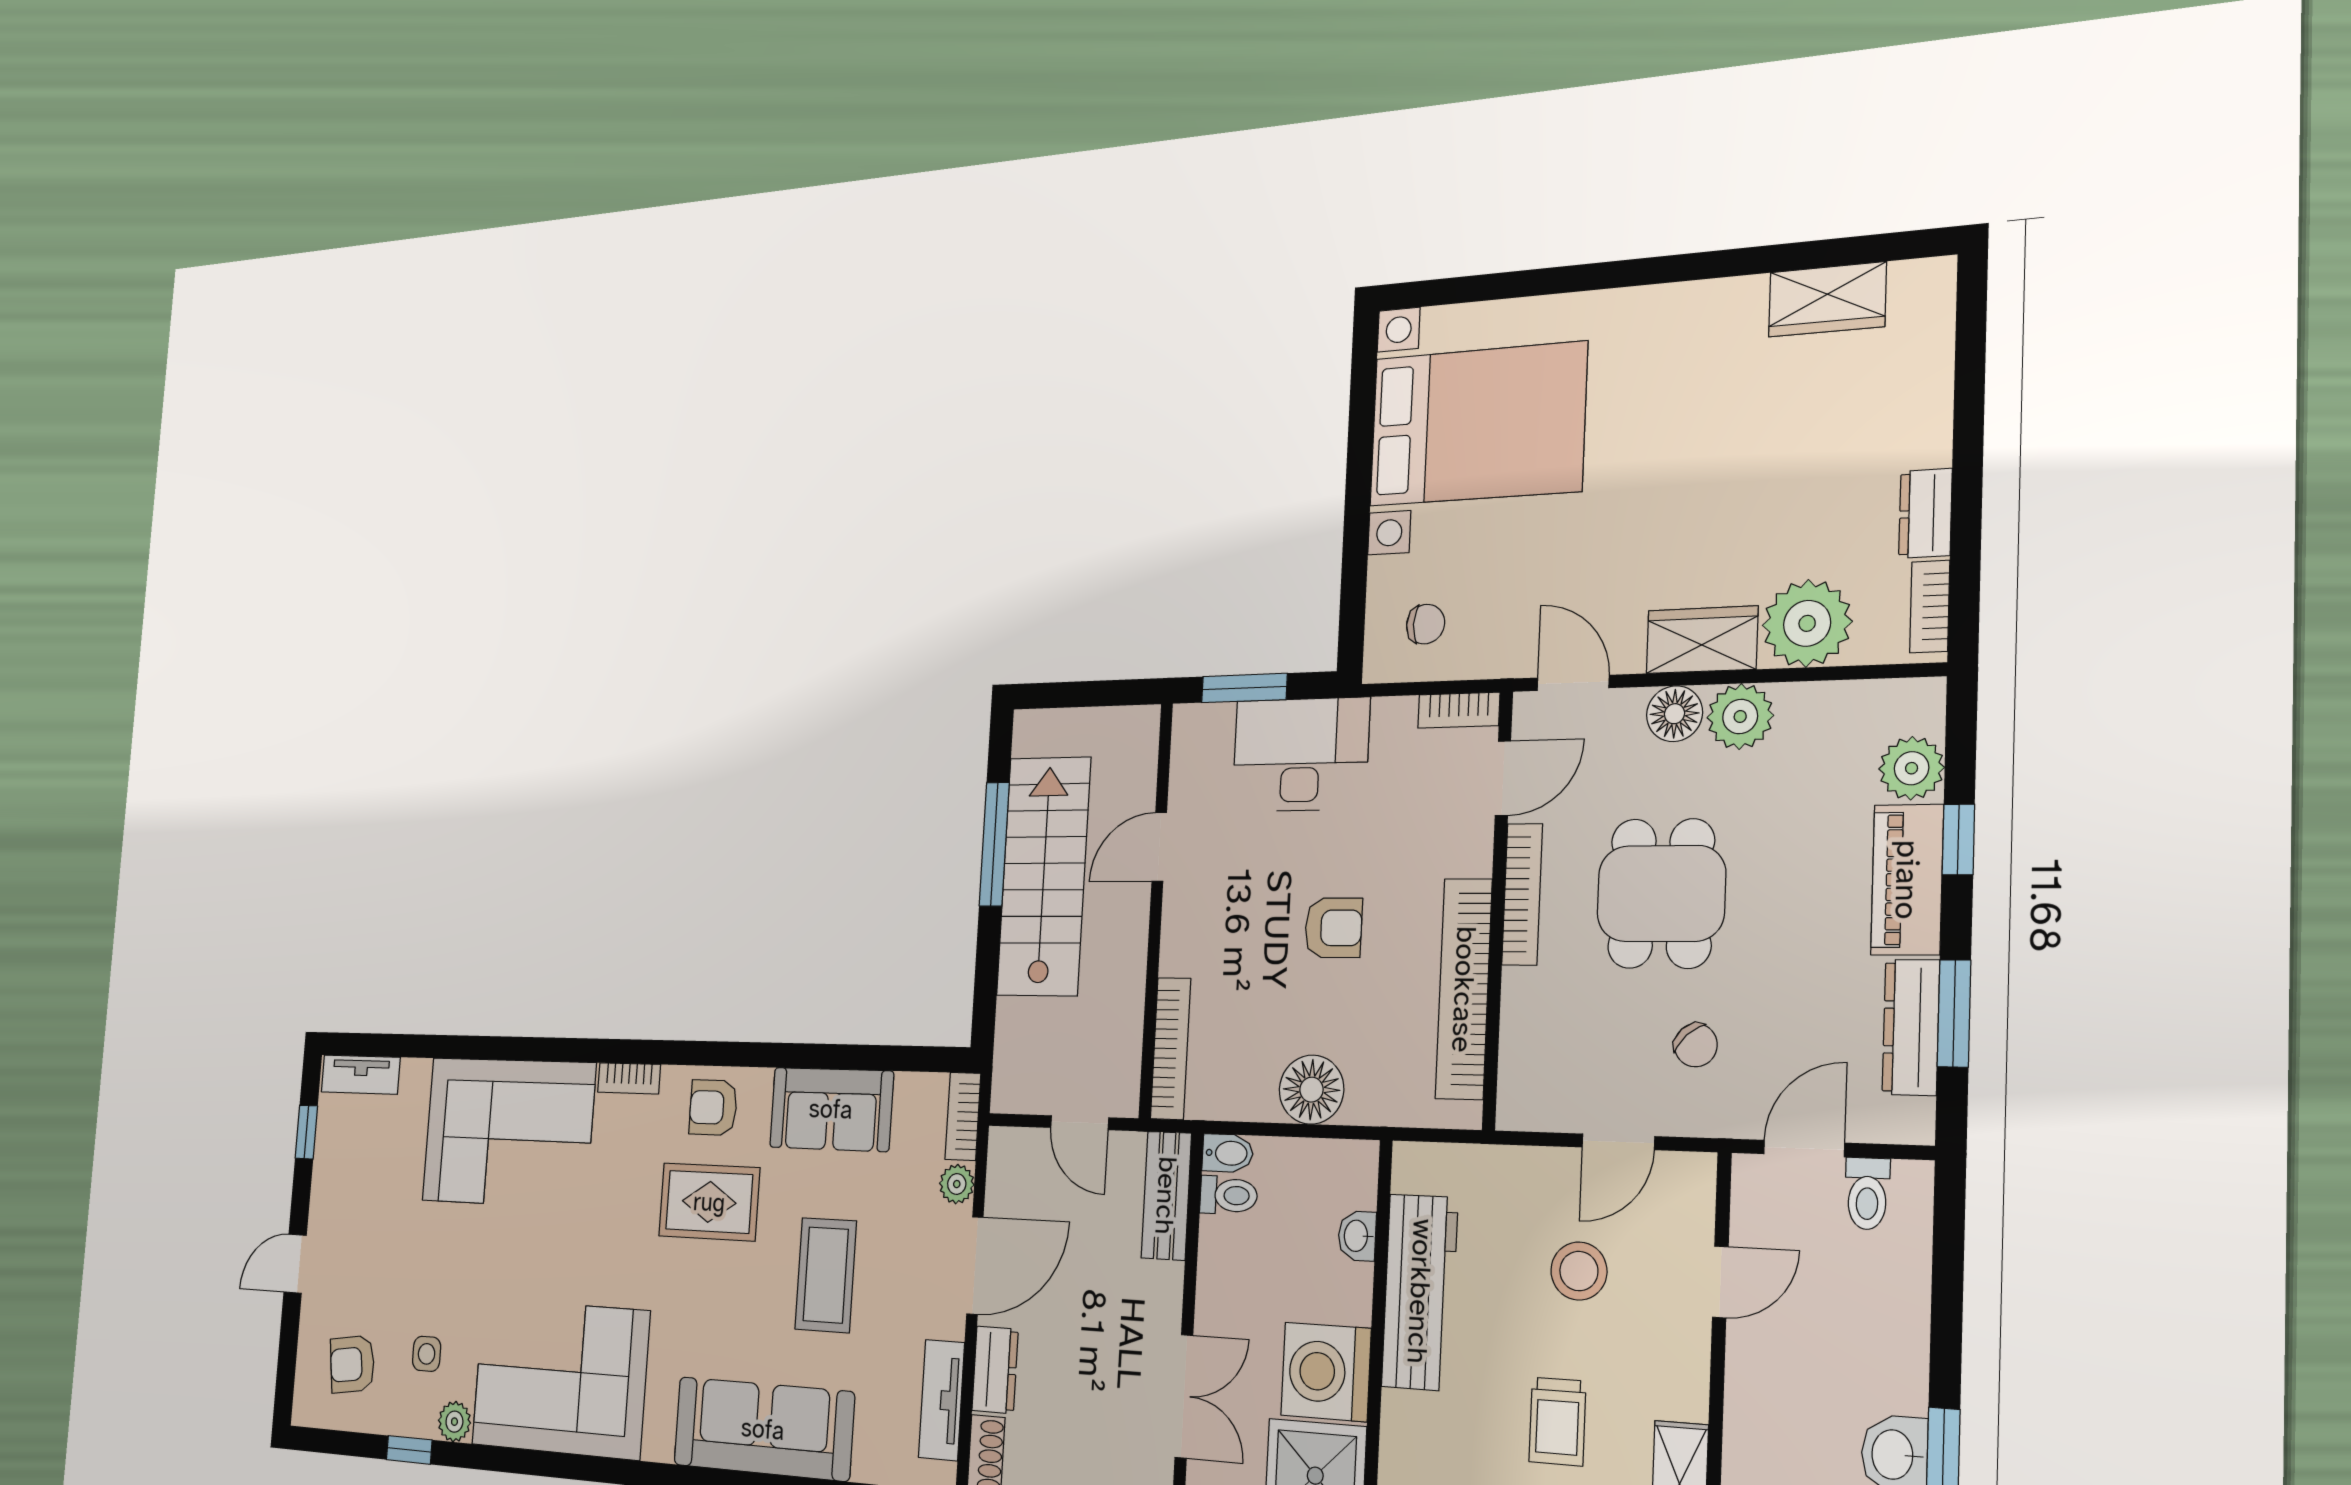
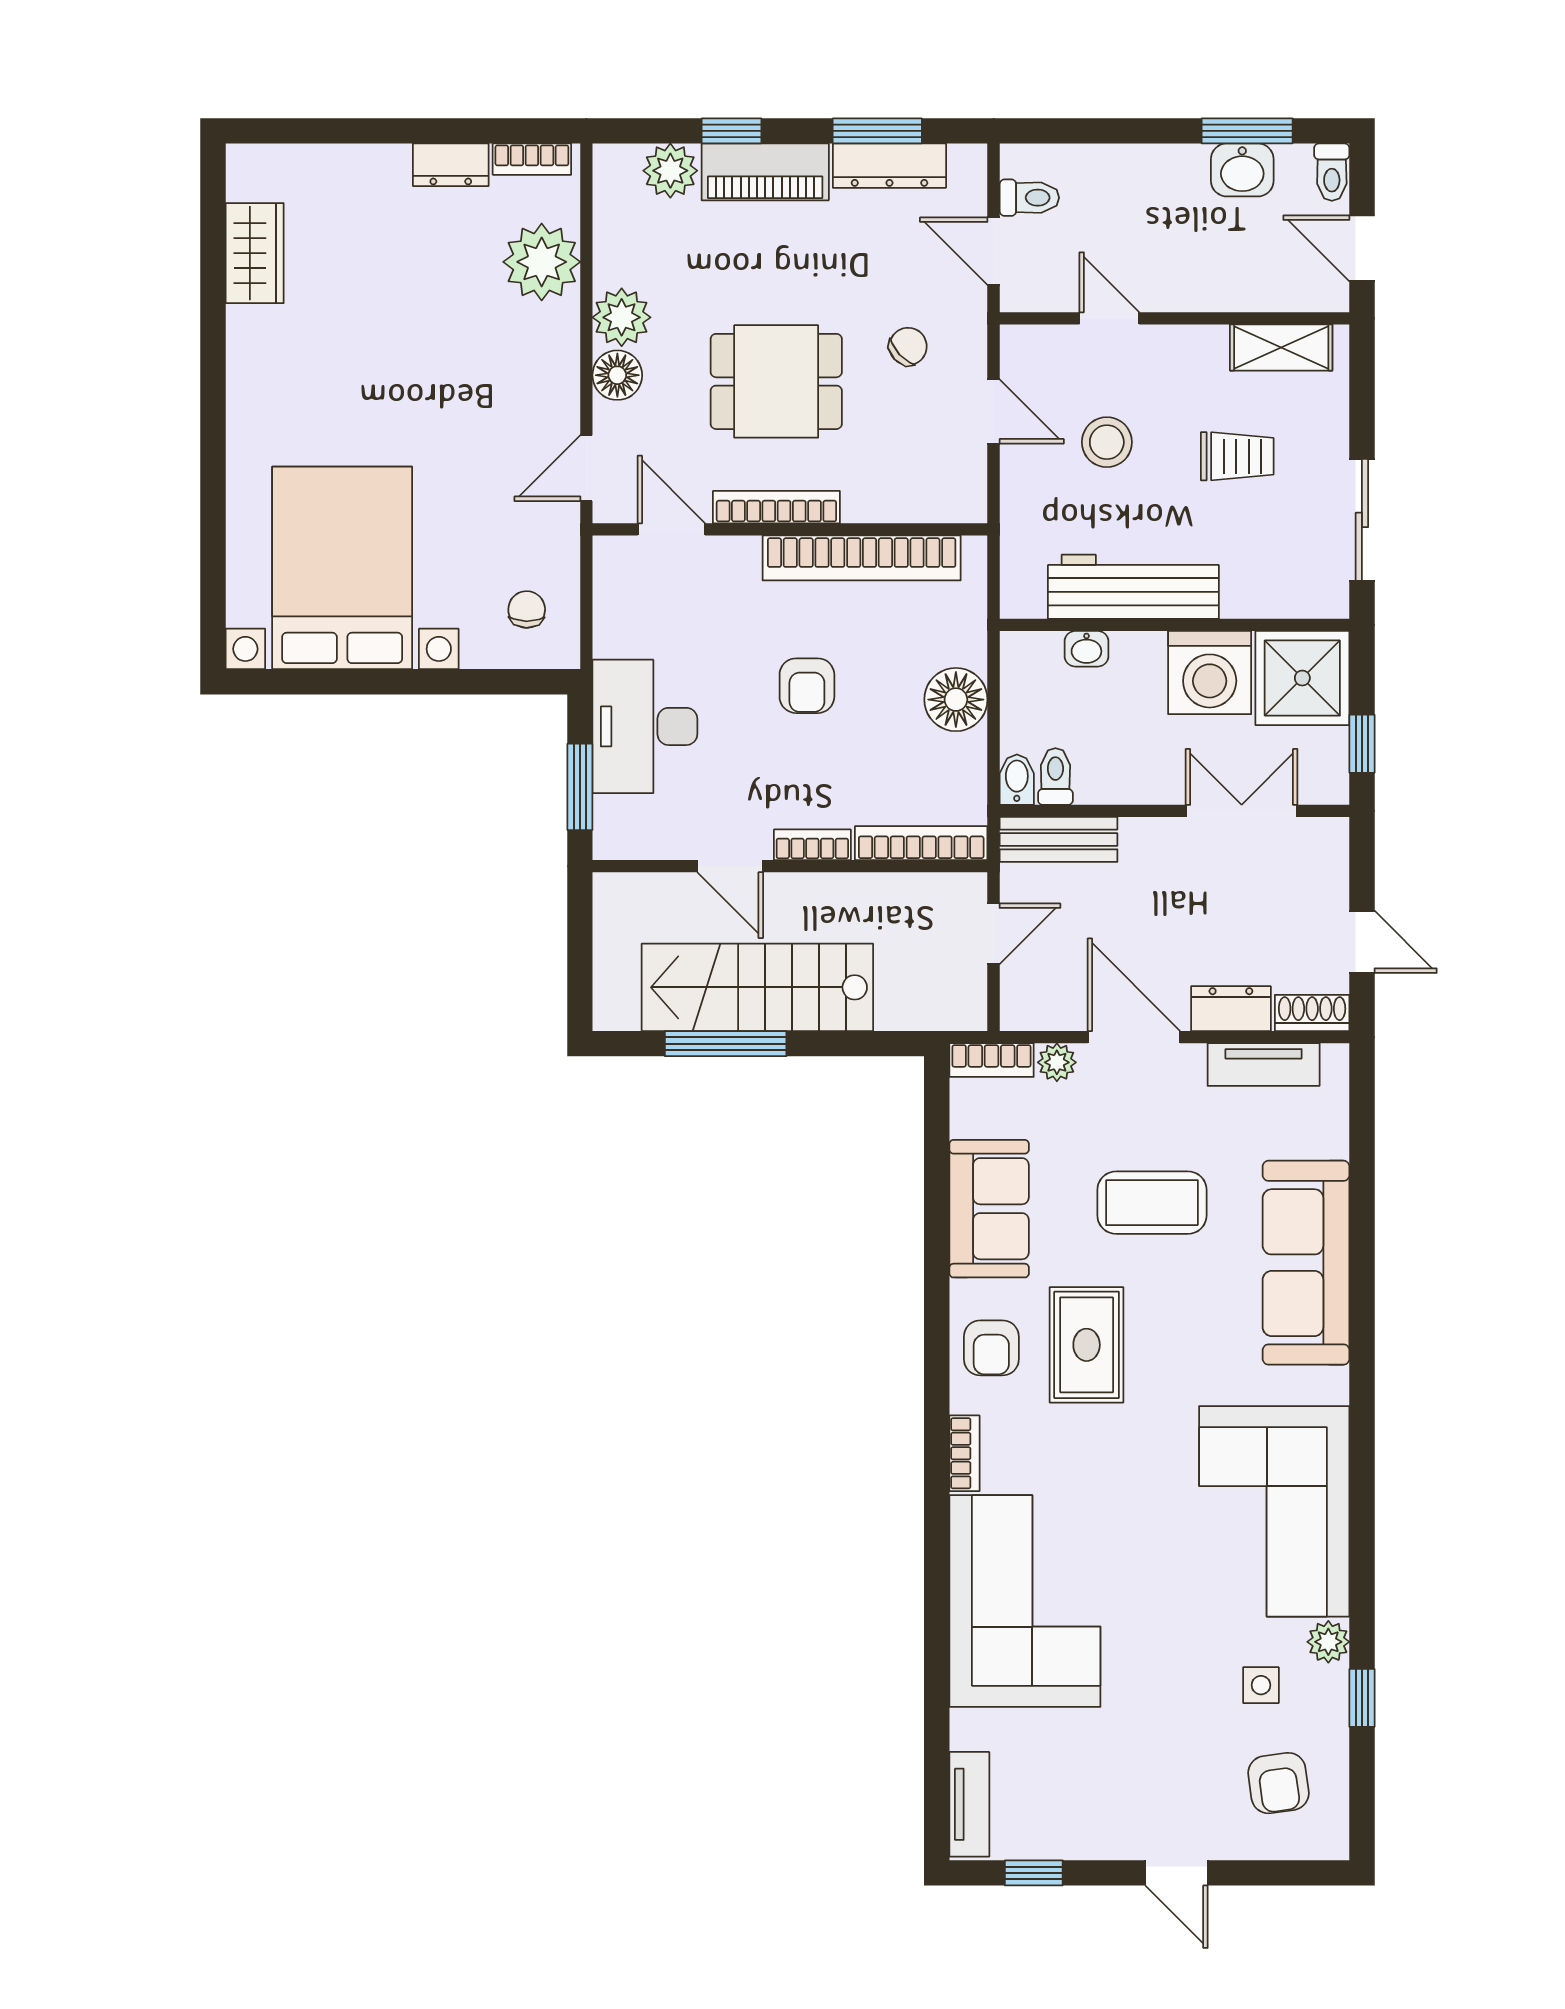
wardrobe: (1702, 640) -> (552, 353), removed
bookcase: (1459, 710) -> (812, 845), moved, turned -90
armchair: (1333, 928) -> (807, 686), turned 180

